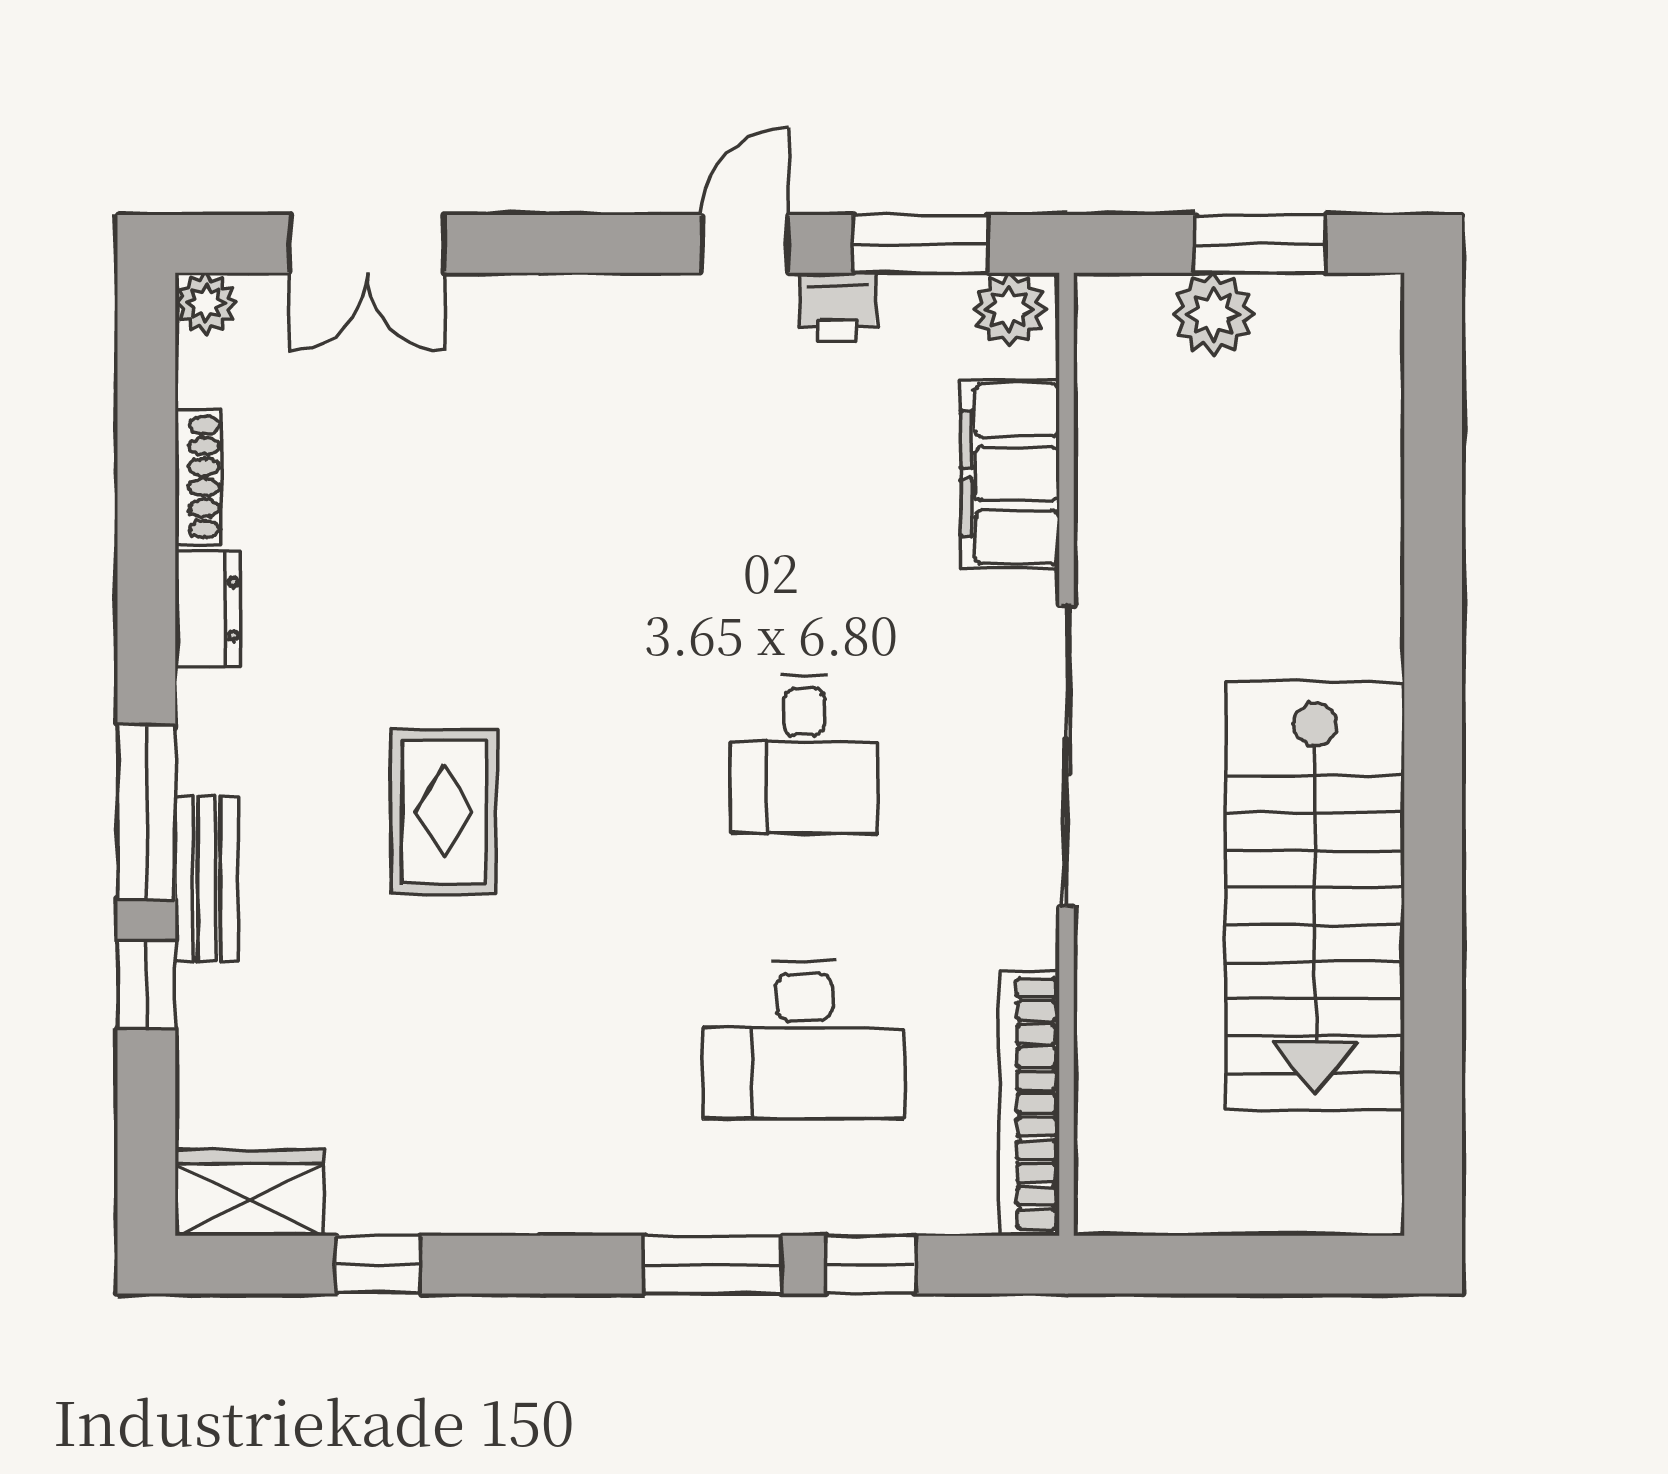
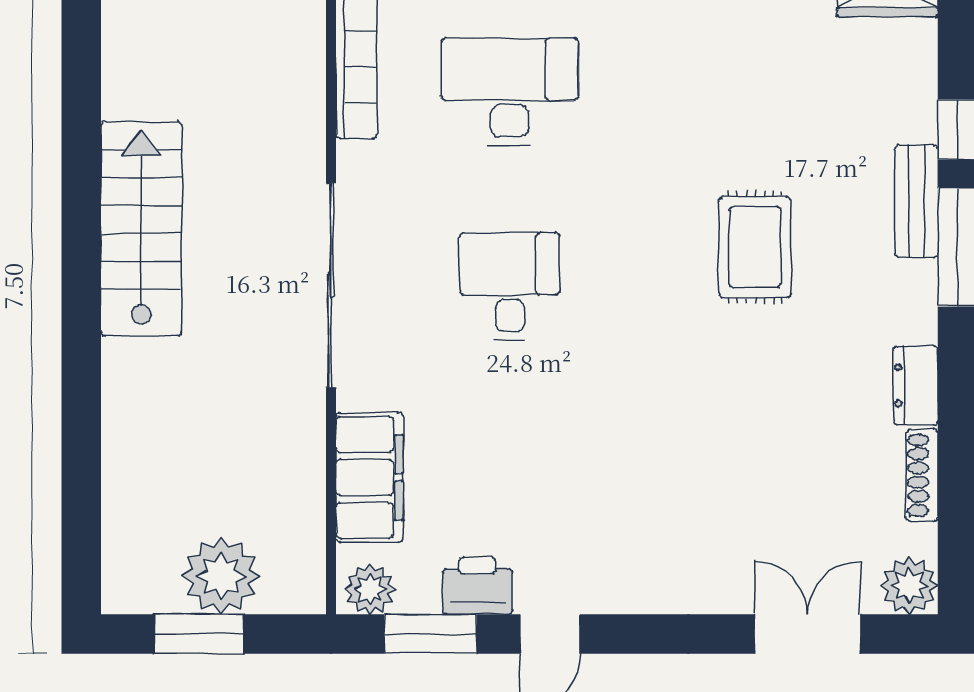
plant: (206, 303) -> (909, 586), width x1.38, depth x1.38
printer: (838, 307) -> (478, 586), width x1.36, depth x1.24
plant: (1213, 314) -> (221, 576), width x1.36, depth x1.36
stairs: (1315, 896) -> (141, 229), width x0.73, depth x0.66

